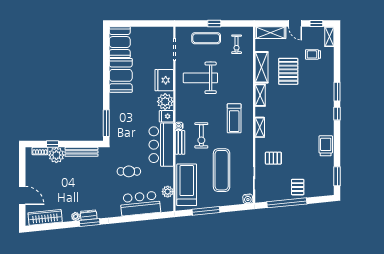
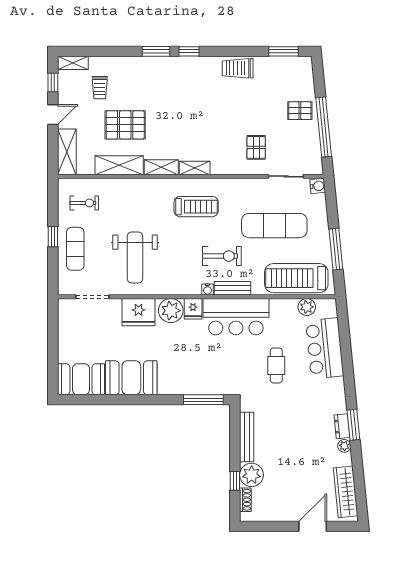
shelving: (260, 127) -> (195, 168), moved

